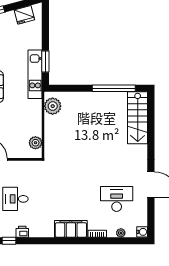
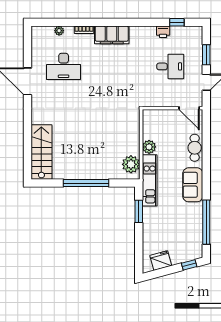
kitchen unit: (35, 74) -> (150, 180), moved
window: (114, 88) -> (86, 183), moved
plant: (35, 143) -> (149, 147), moved
water cooler: (142, 232) -> (37, 32), removed

